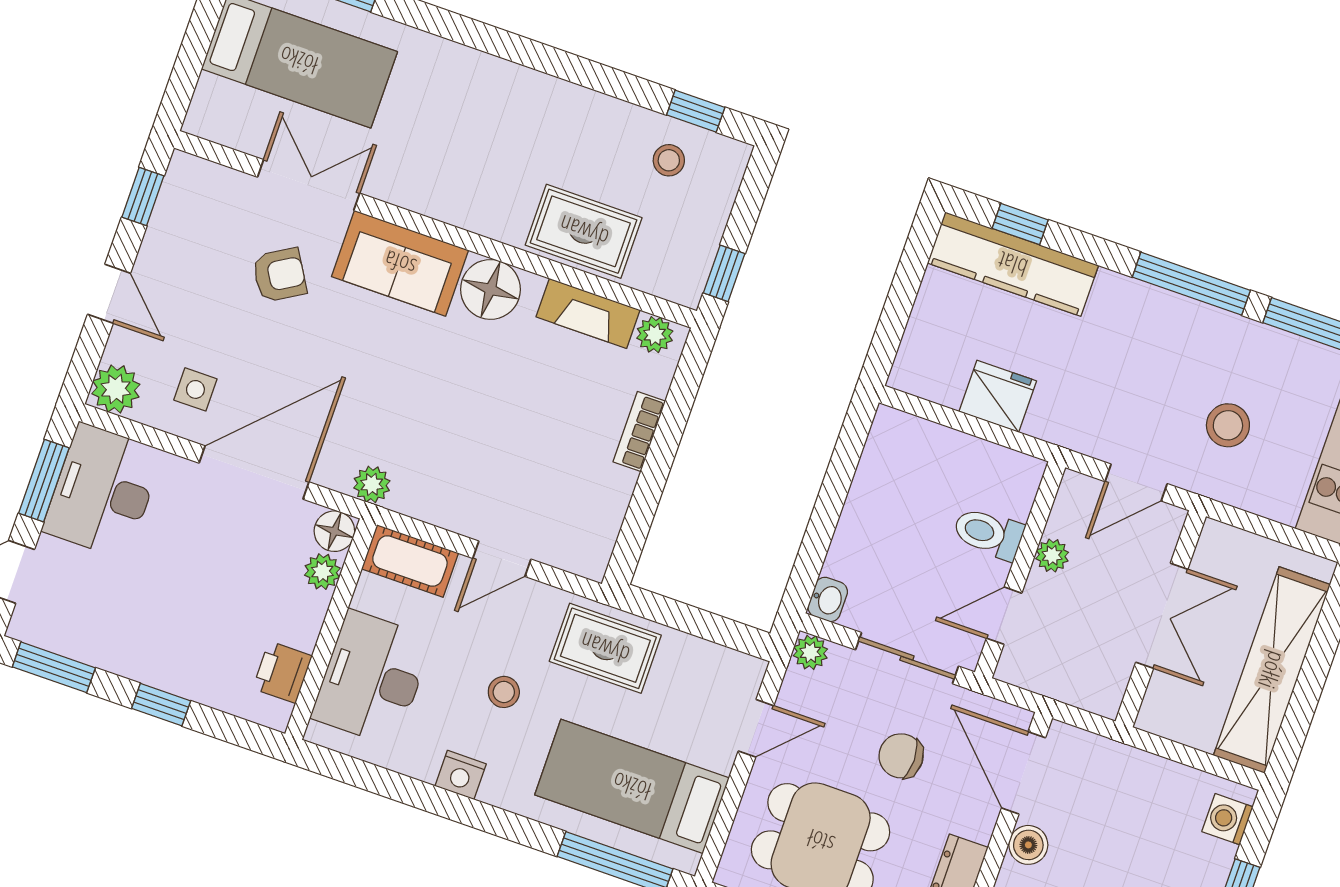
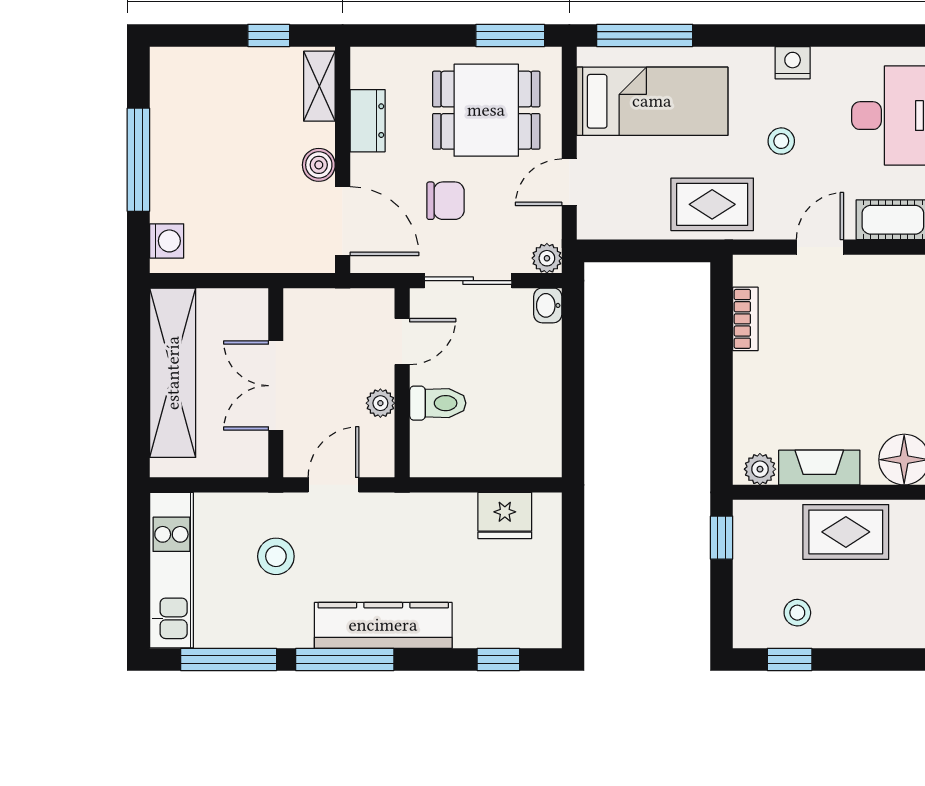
kitchen counter: (1013, 264) -> (383, 625), moved
fridge: (998, 396) -> (505, 515), moved
bookcase: (639, 432) -> (745, 319), moved

